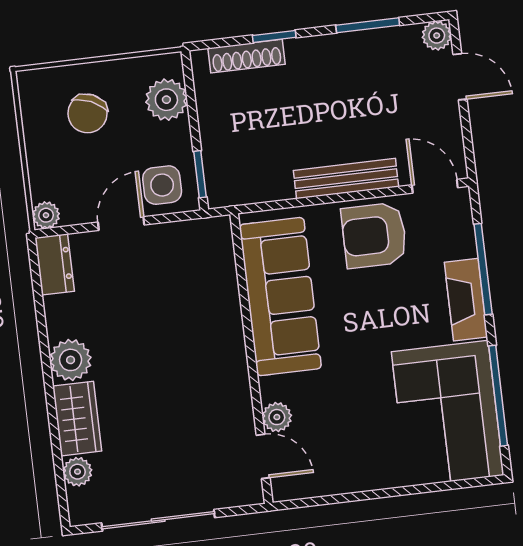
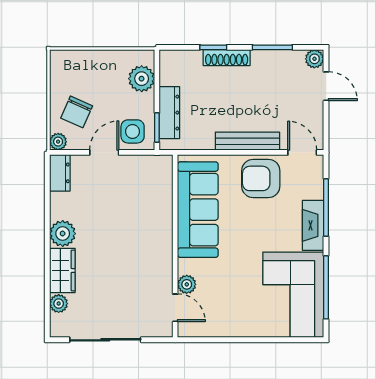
shoe rack: (246, 56) -> (227, 58), moved
chair: (87, 113) -> (77, 112), moved
dresser: (217, 148) -> (169, 113), added

